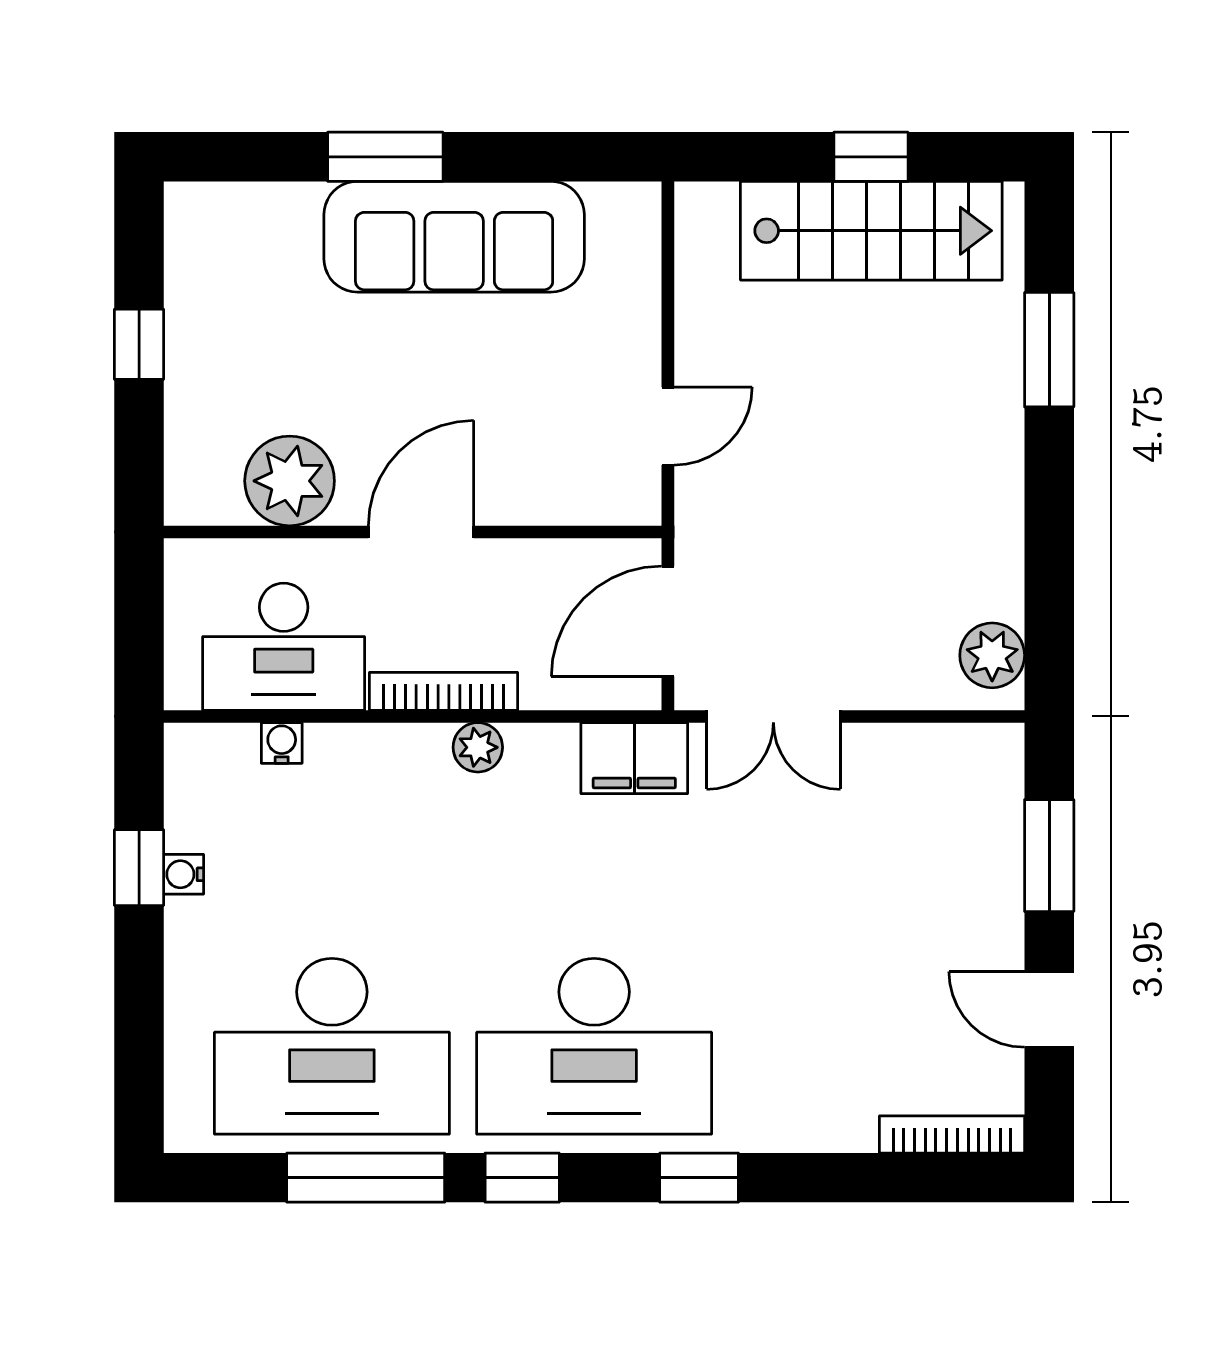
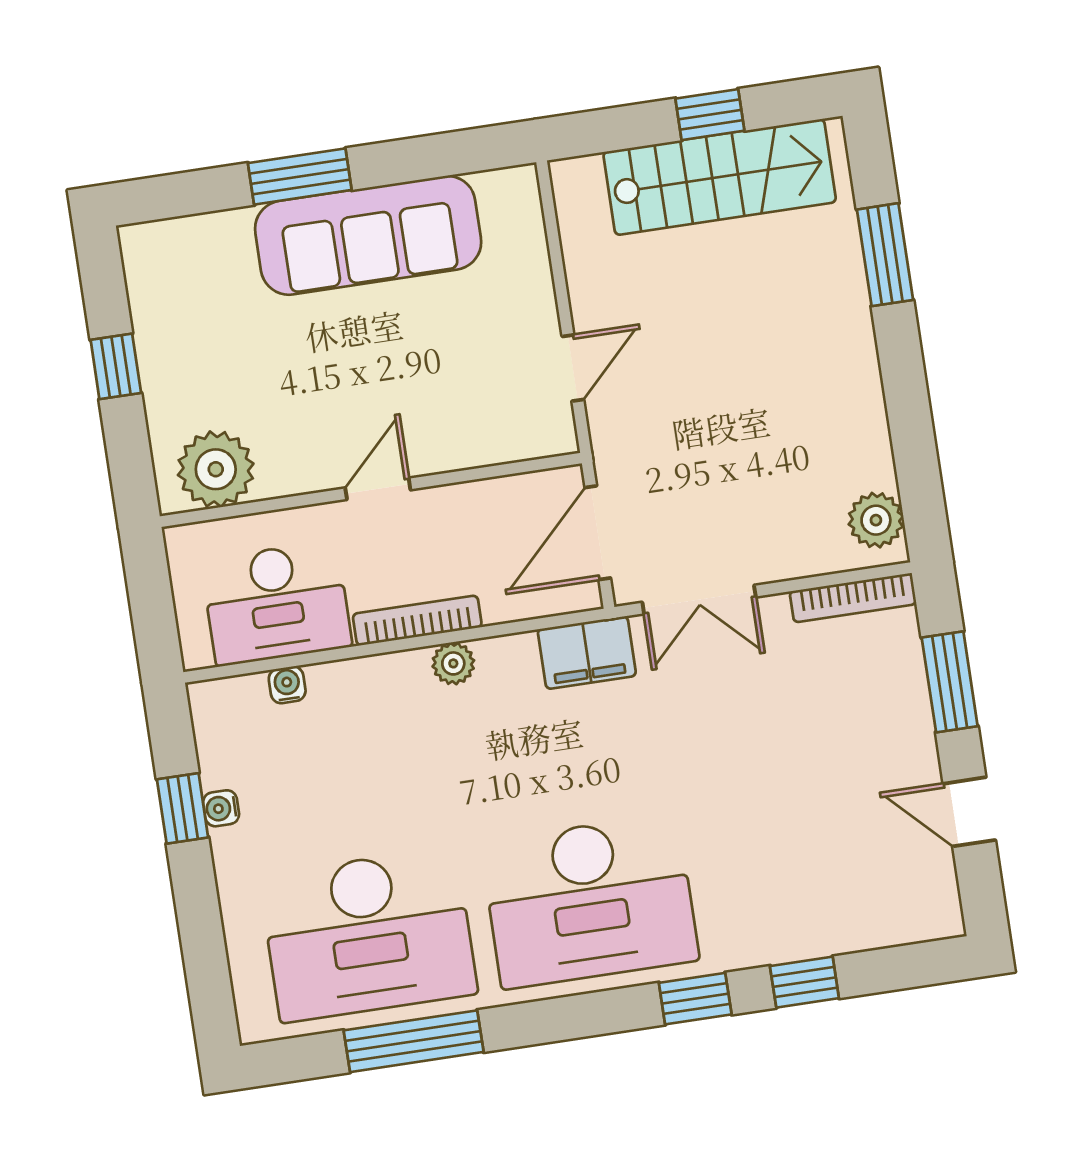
plant: (290, 481) -> (216, 469), moved
door: (421, 532) -> (378, 489), width x0.73
bookcase: (952, 1134) -> (853, 598), moved, turned 180
window: (522, 1178) -> (804, 982), moved

